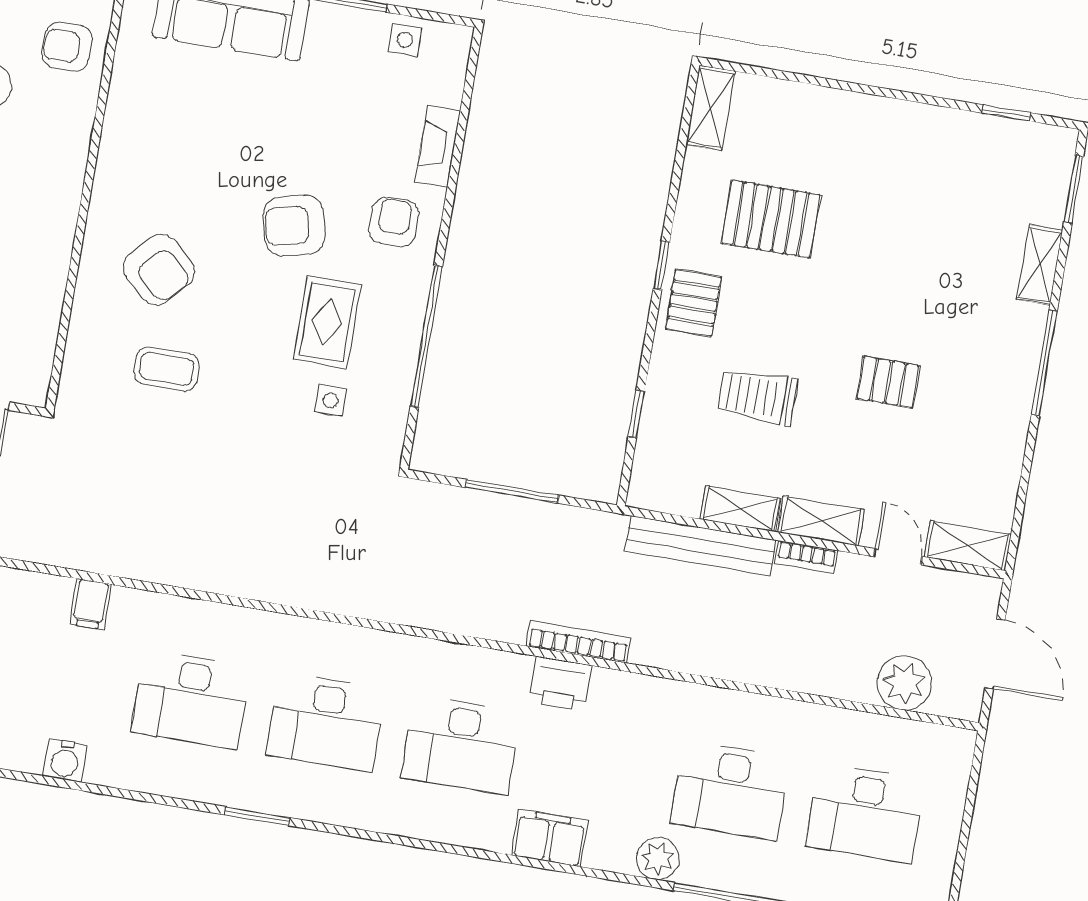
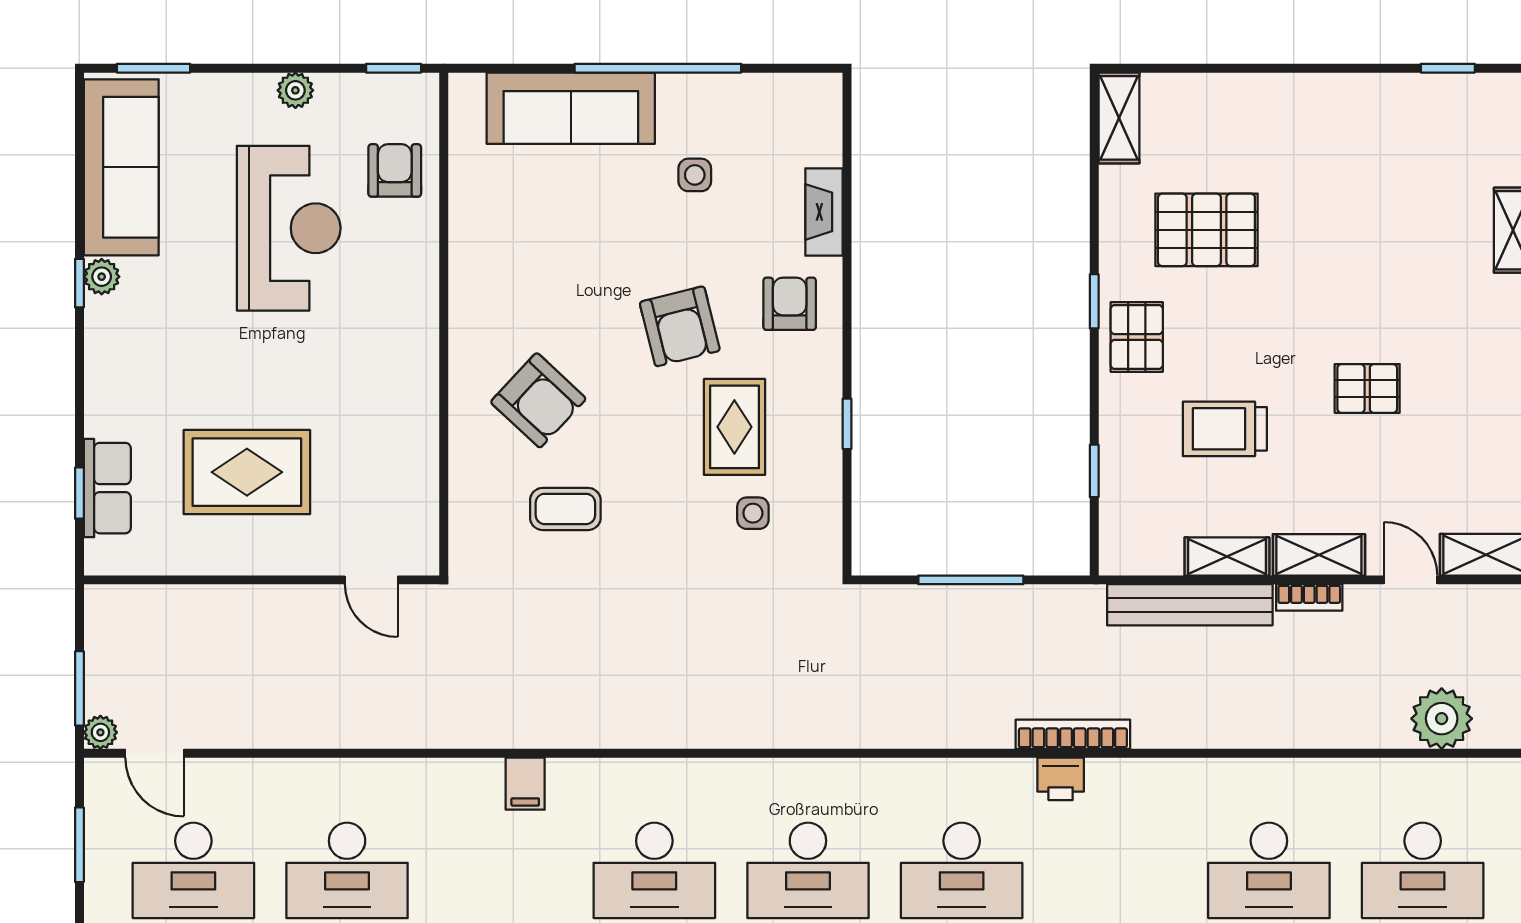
side table: (405, 40) -> (695, 175), moved
armchair: (67, 46) -> (395, 170), turned 90
armchair: (294, 226) -> (680, 326), turned -91
window: (426, 336) -> (847, 424), width x0.32
printer: (560, 684) -> (1061, 779), width x0.73, depth x0.81

